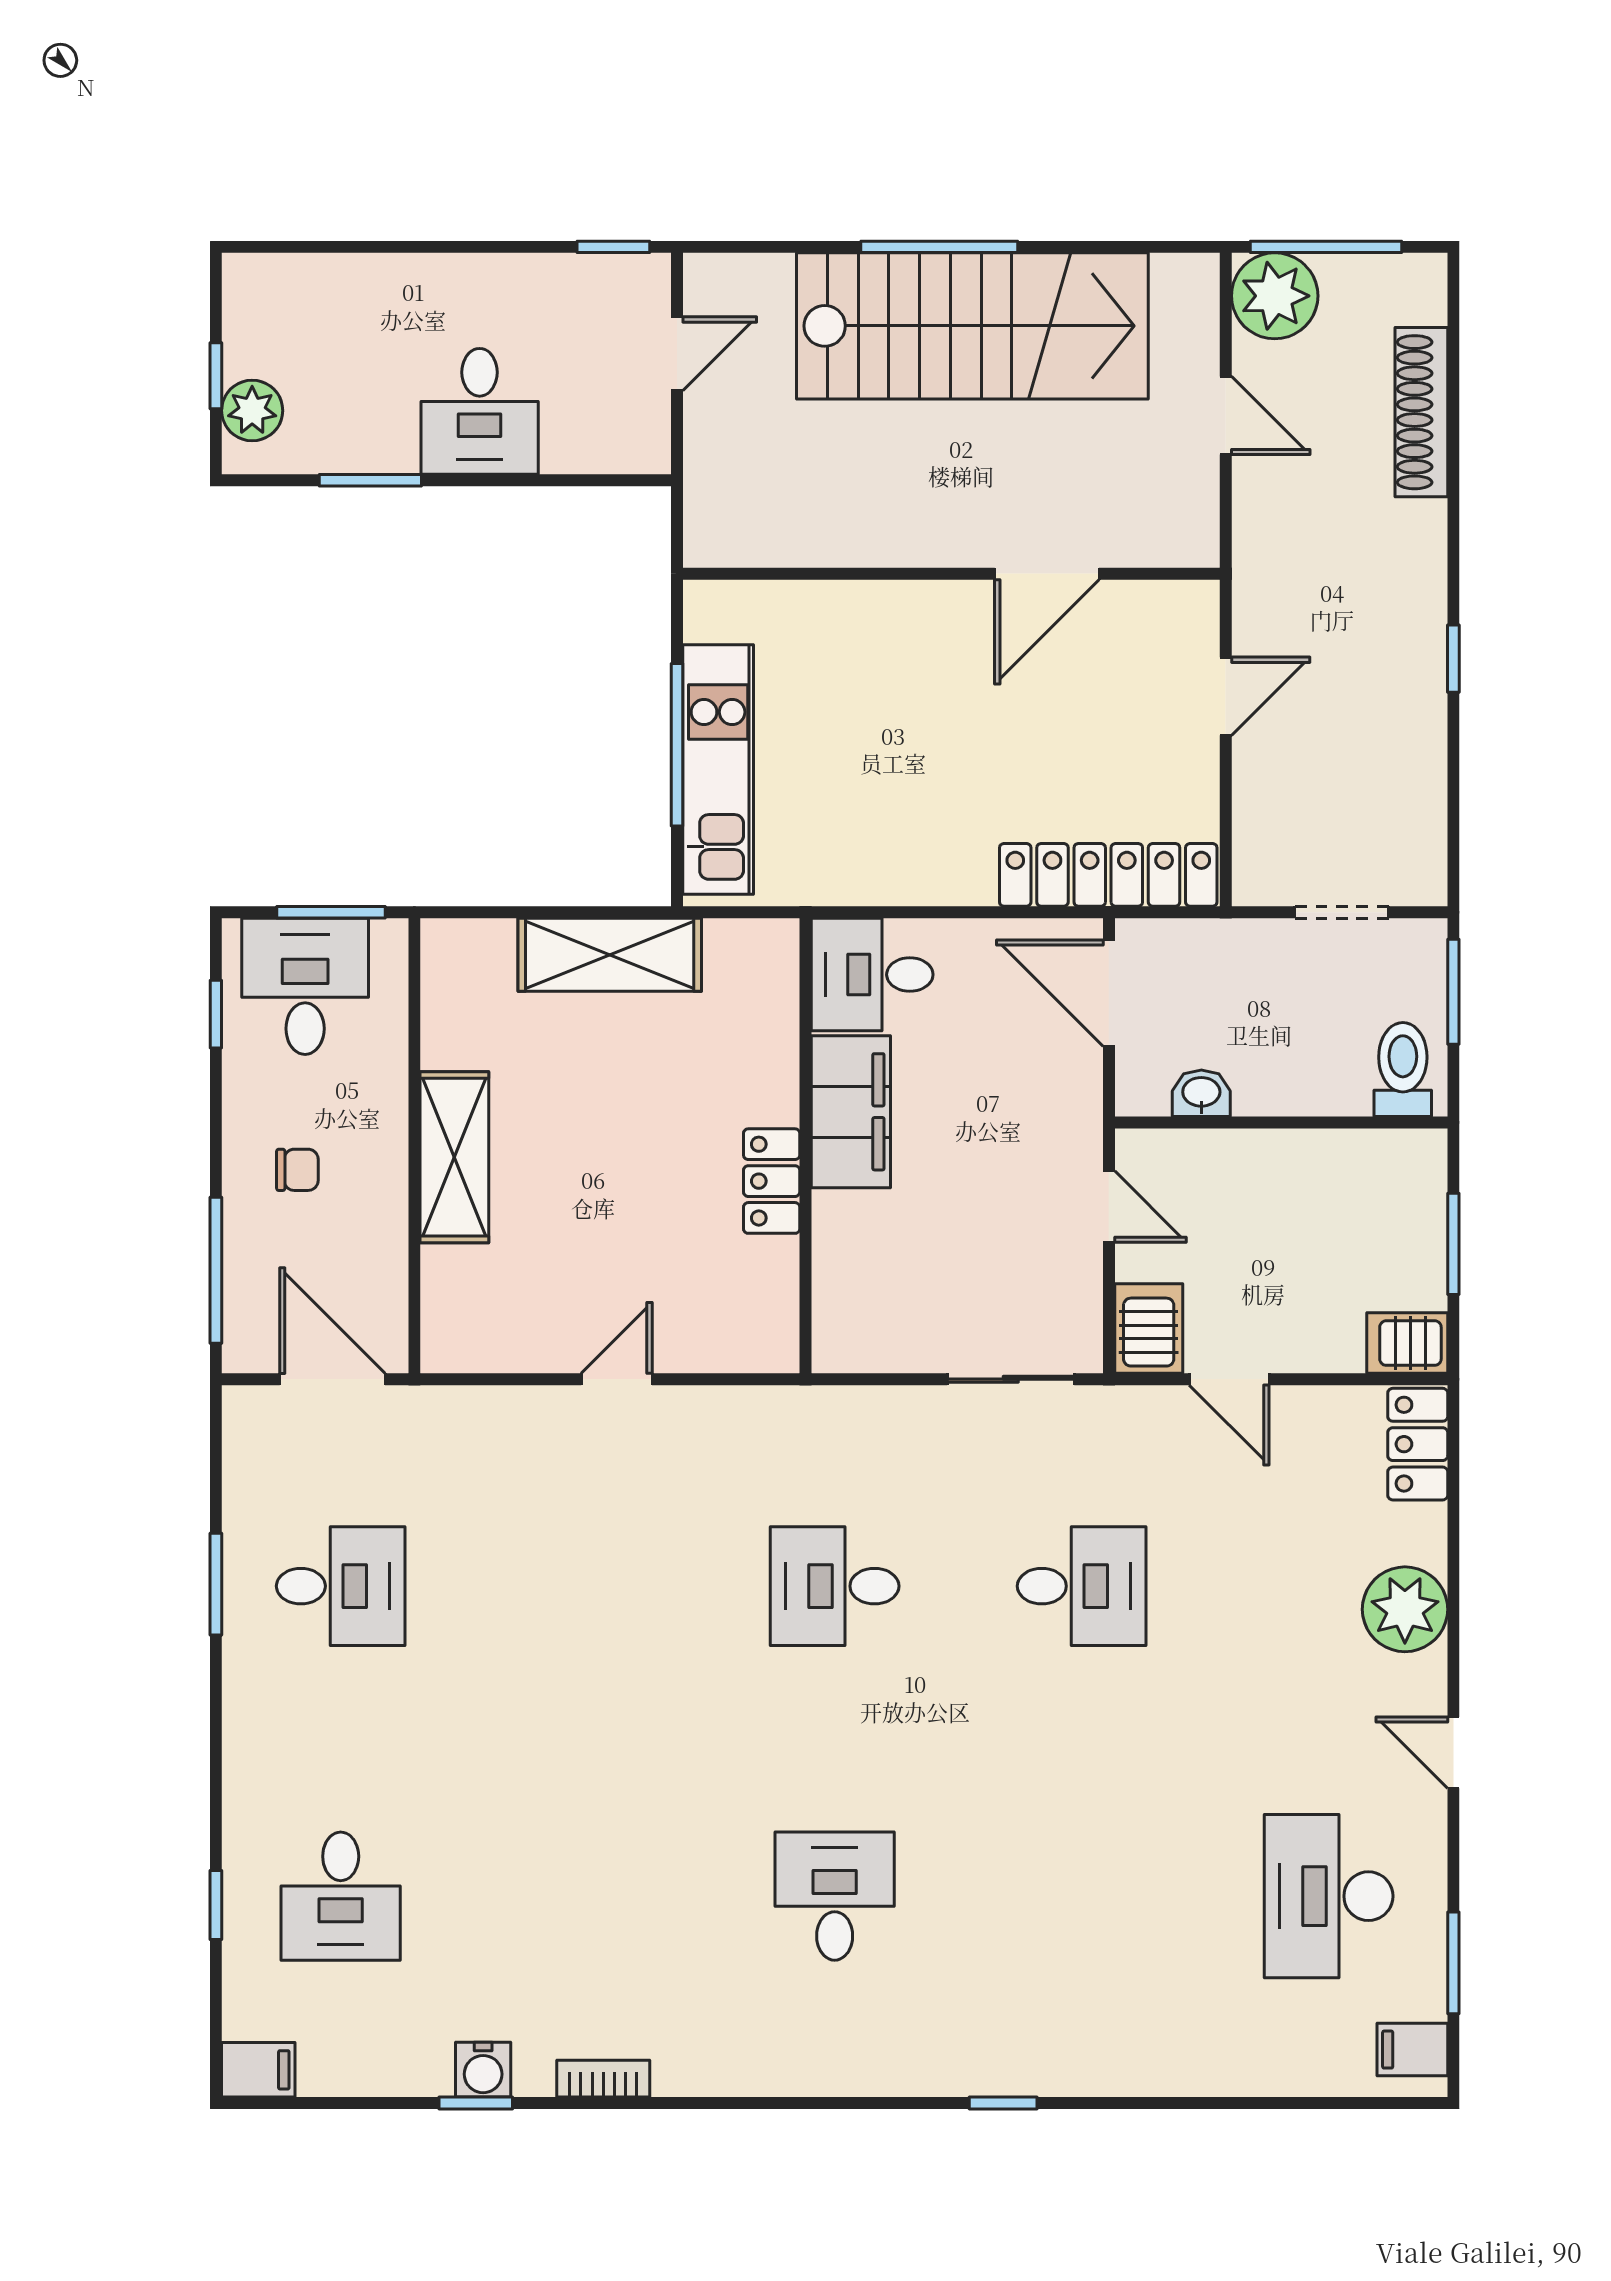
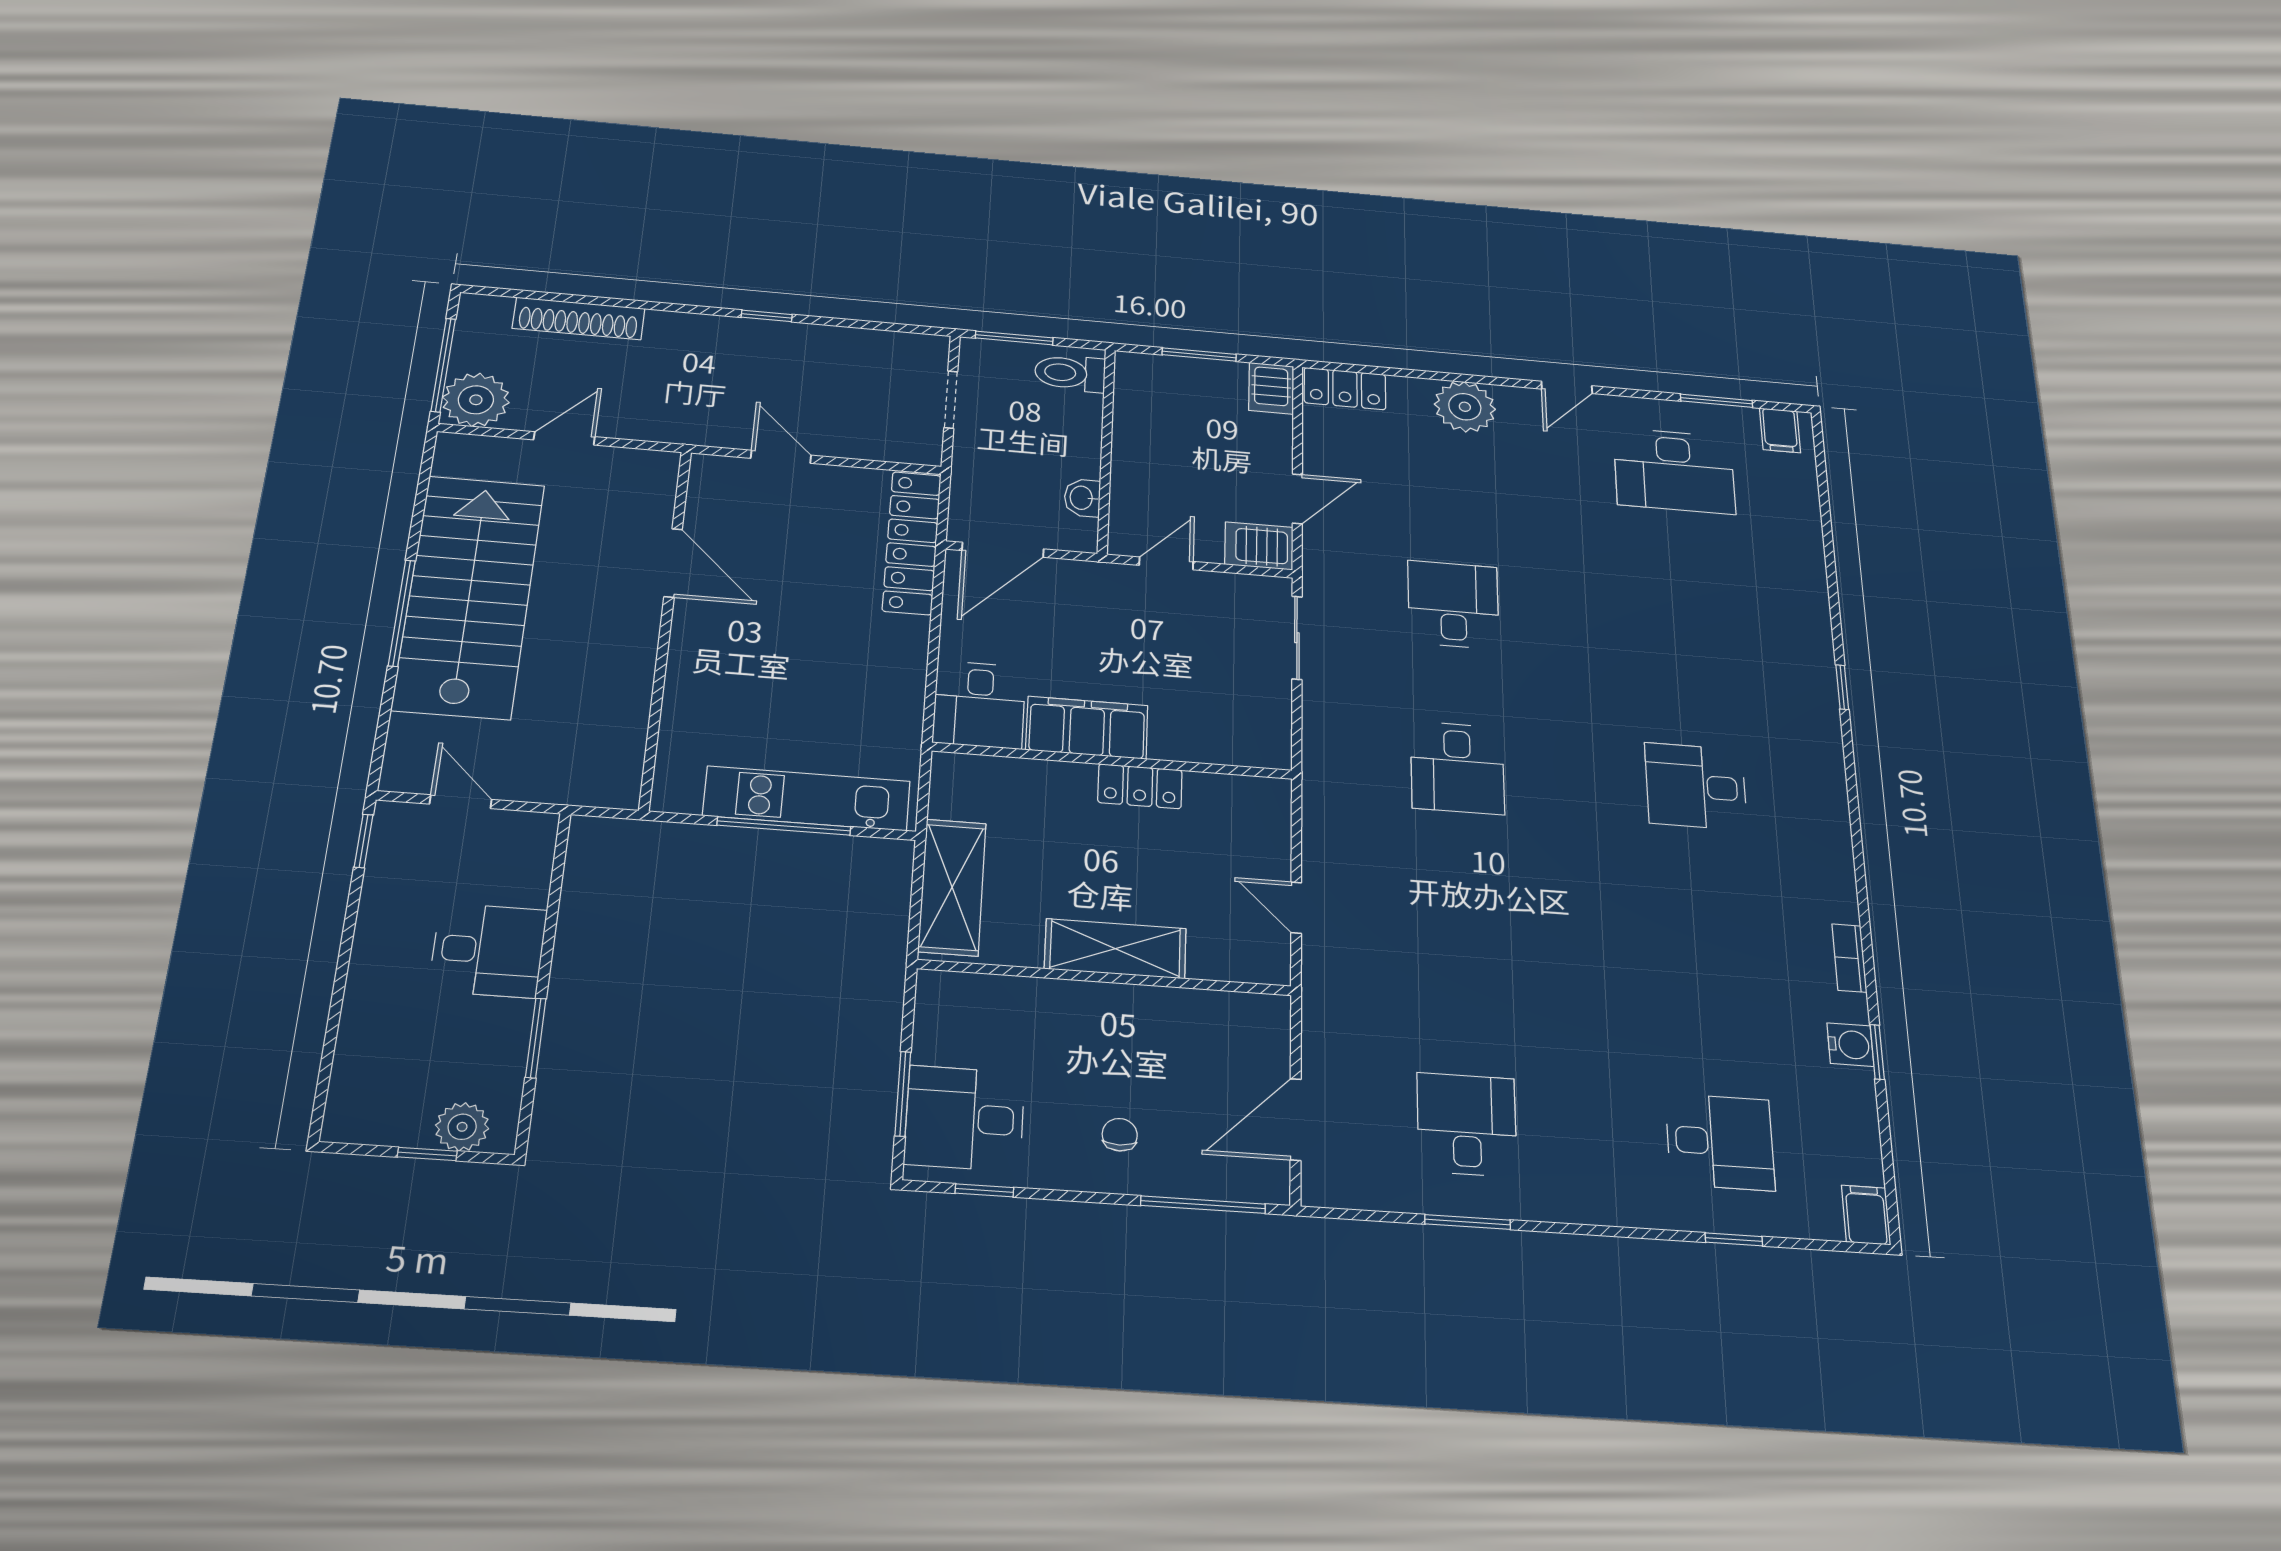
wall: (414, 1146) -> (1105, 978), moved
shelving: (454, 1157) -> (1115, 949), moved

